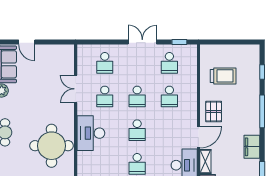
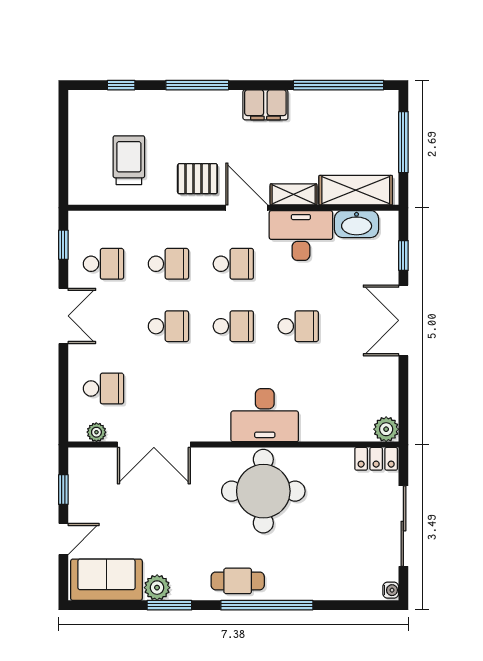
window: (52, 42) -> (63, 490), added
double door: (142, 42) -> (63, 316), swing flipped
plant: (82, 59) -> (96, 432), added
double door: (76, 89) -> (154, 445), width x1.37
school desk: (105, 96) -> (233, 264), moved
desk: (91, 133) -> (265, 415), moved

